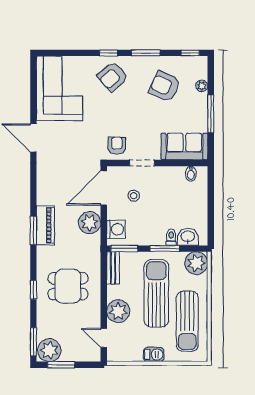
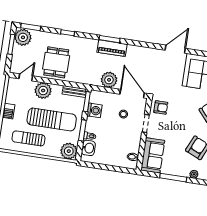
washing machine: (116, 229) -> (94, 110), moved, turned -90
dining table: (68, 286) -> (56, 62), moved
sun lounger: (187, 321) -> (28, 138), width x0.73, depth x0.75

